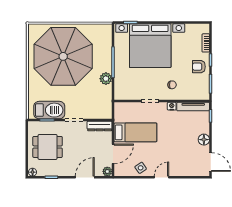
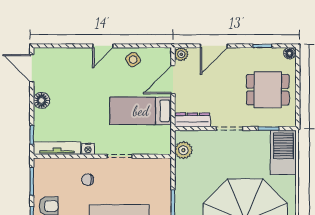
plant: (106, 79) -> (183, 150), moved
barbecue: (49, 110) -> (283, 153), moved, turned 90

